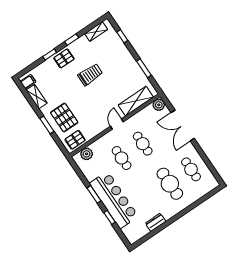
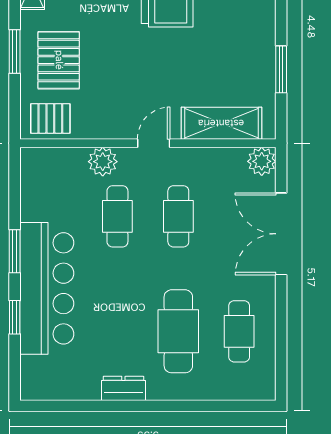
plant: (87, 154) -> (103, 162), moved
dresser: (156, 222) -> (123, 388), moved

